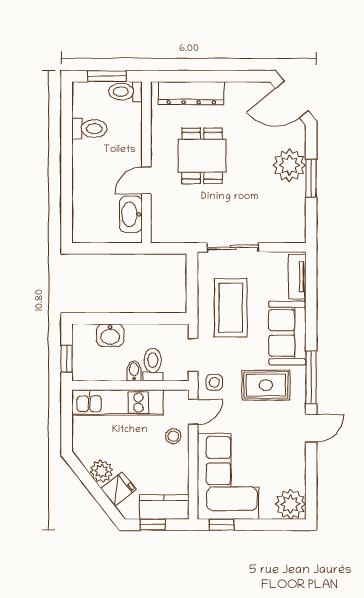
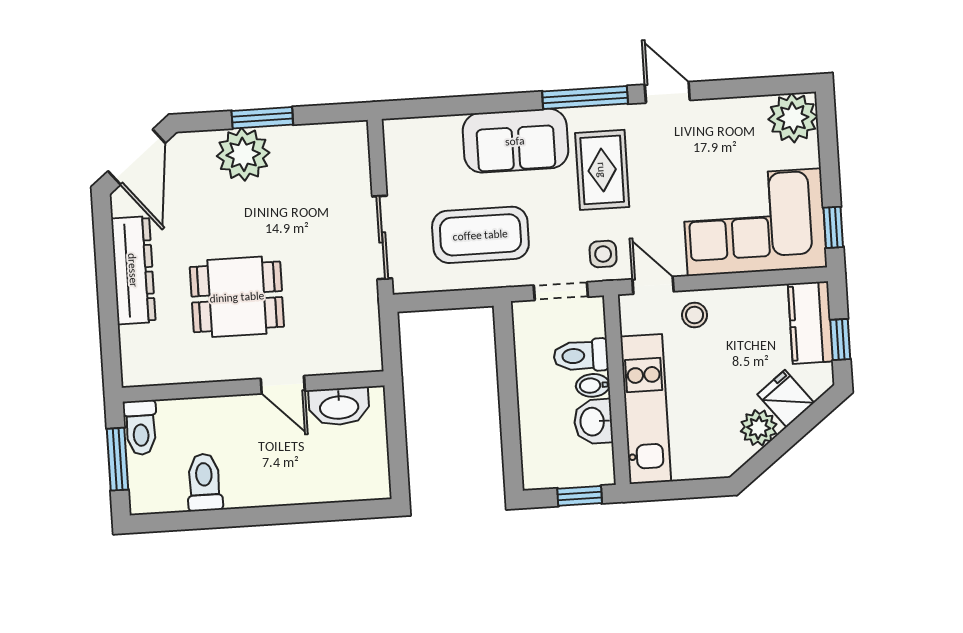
dresser: (191, 93) -> (133, 270), moved
tv unit: (297, 277) -> (423, 130), removed
washbasin: (110, 335) -> (593, 422), moved, turned 180

